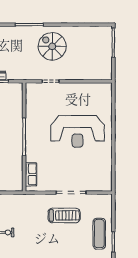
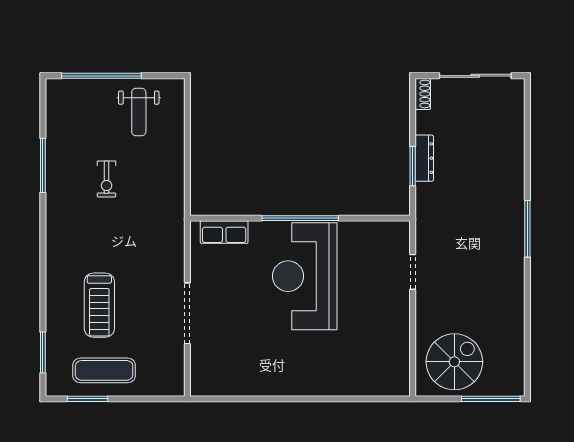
spiral stairs: (52, 46) -> (454, 362), moved
reception desk: (77, 131) -> (305, 276), moved
treadmill: (64, 215) -> (99, 305), moved

